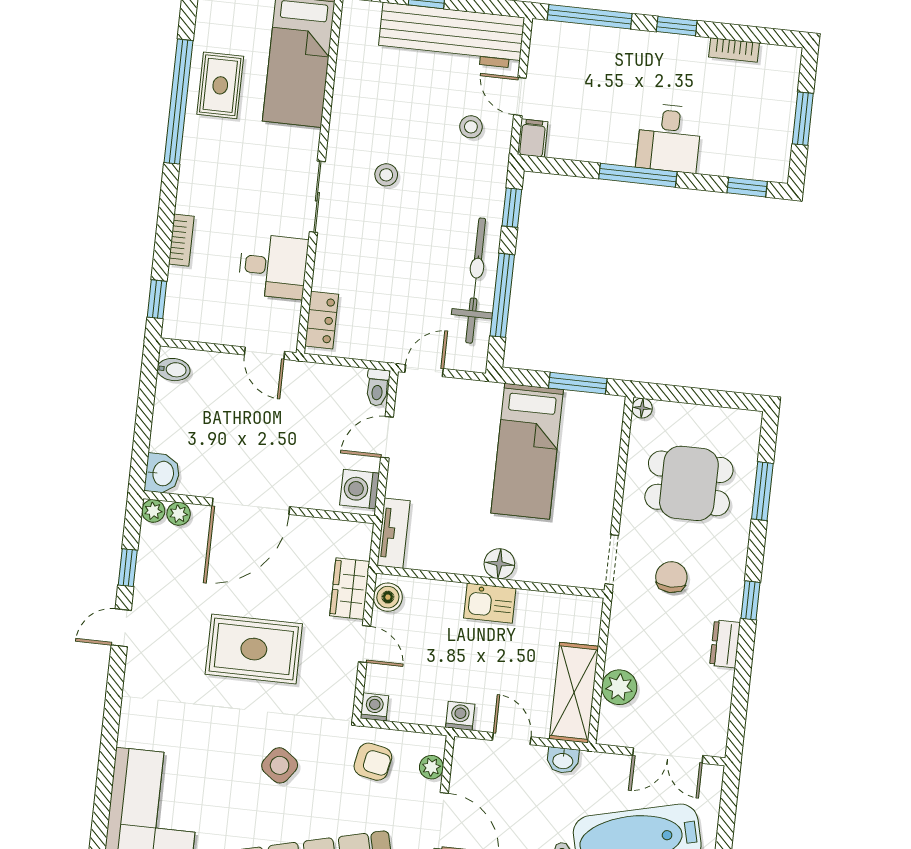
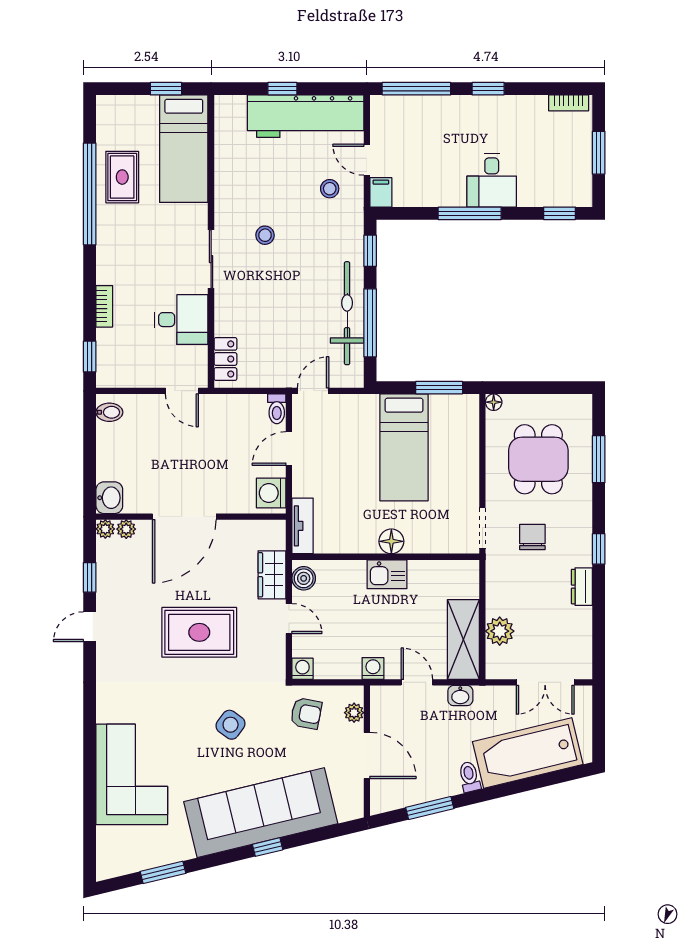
bookcase: (734, 50) -> (569, 103), moved
dining table: (689, 483) -> (538, 459), turned 90

